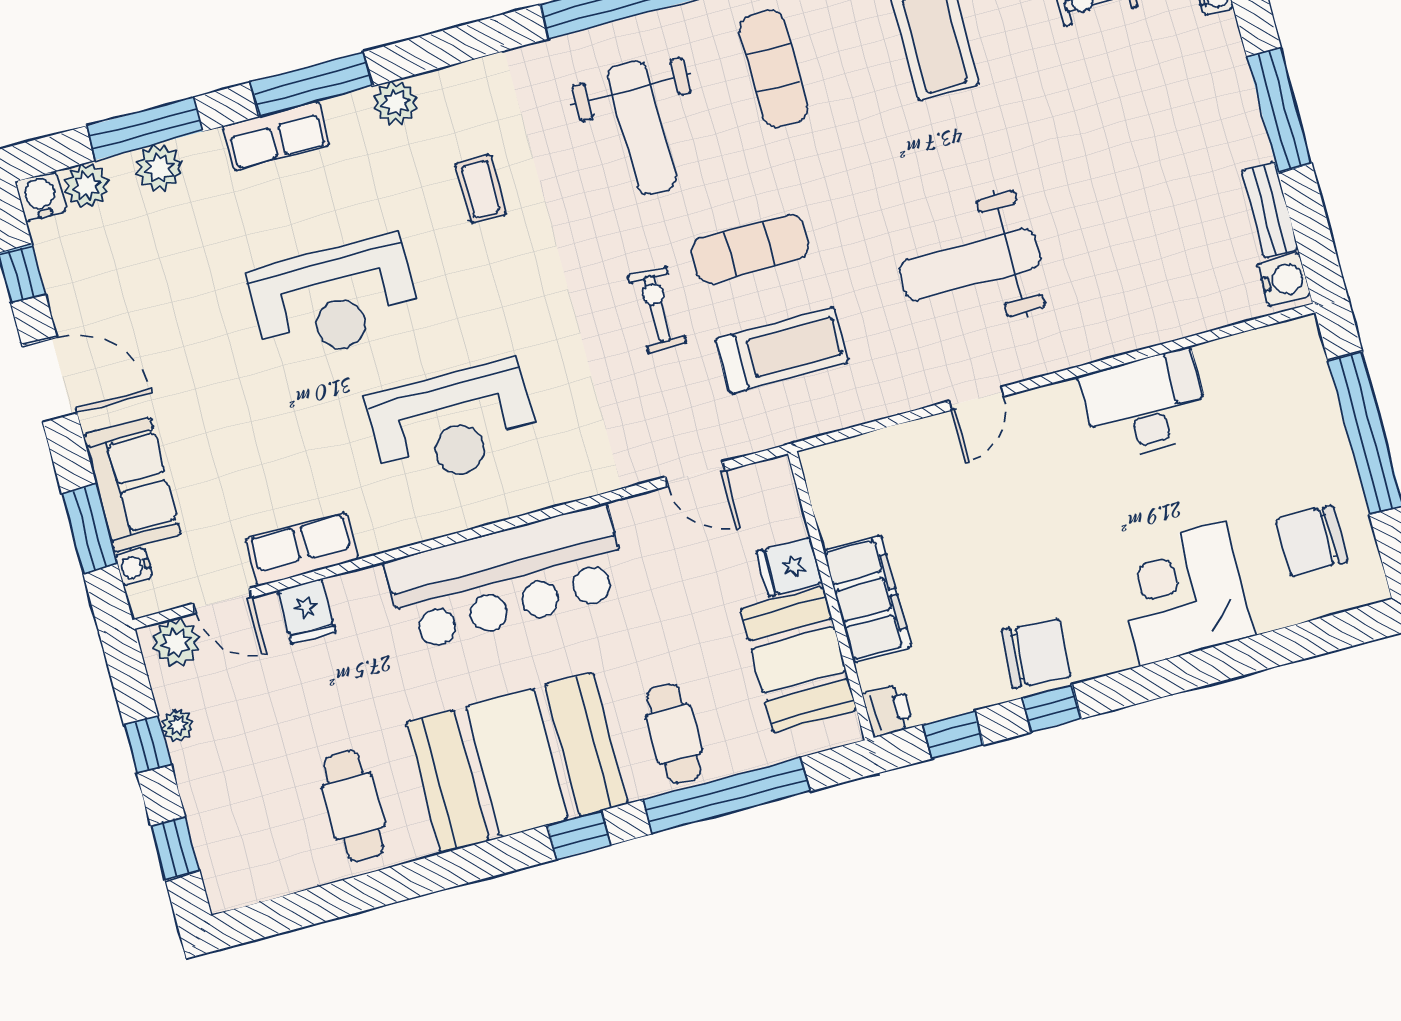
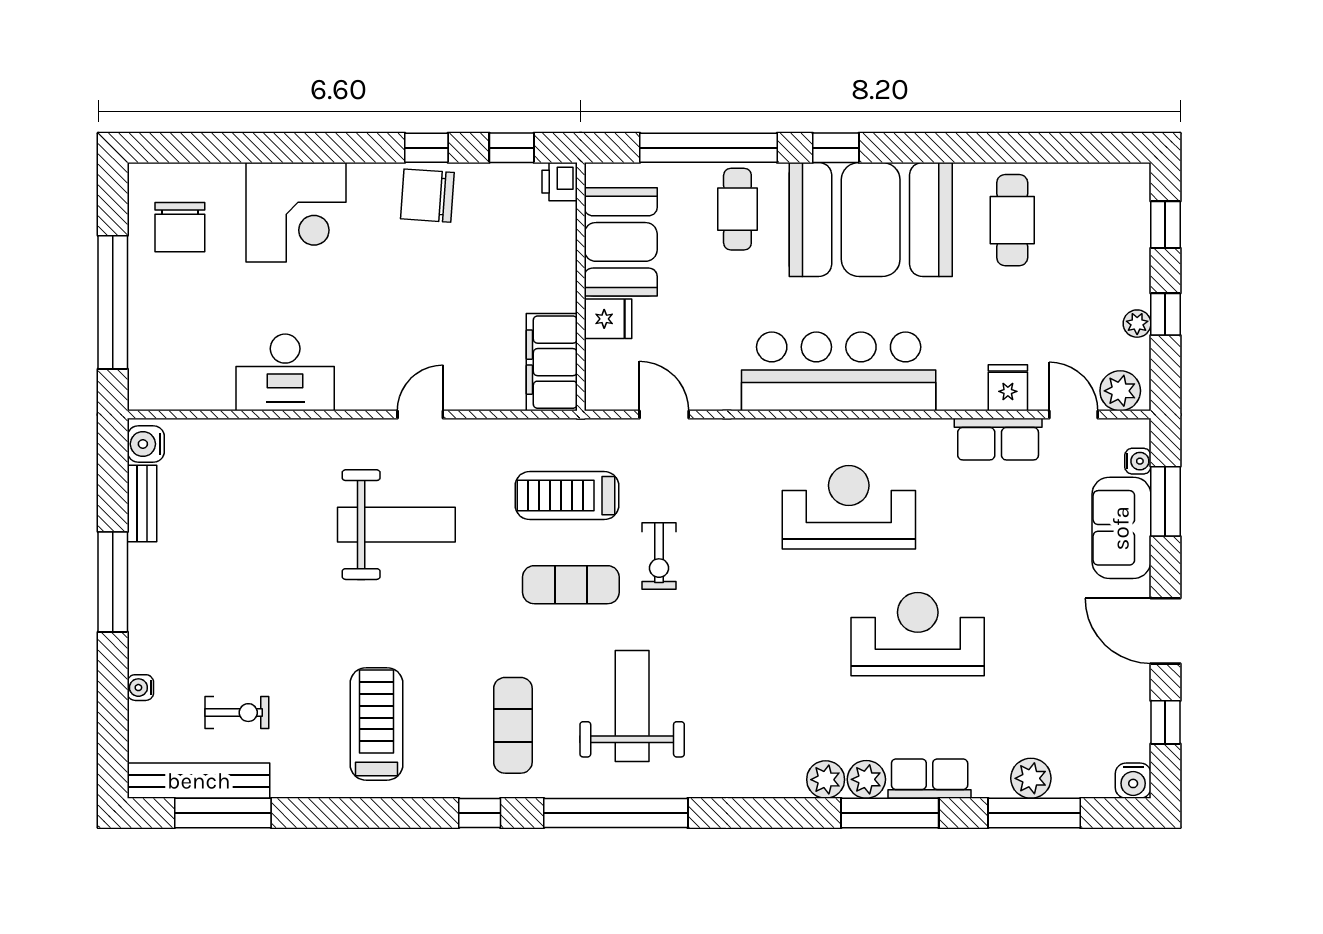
plant: (87, 186) -> (866, 779), moved
coffee table: (481, 189) -> (776, 691), removed
chair: (1312, 541) -> (180, 227), turned 90
filing cabinet: (867, 599) -> (552, 362), moved

